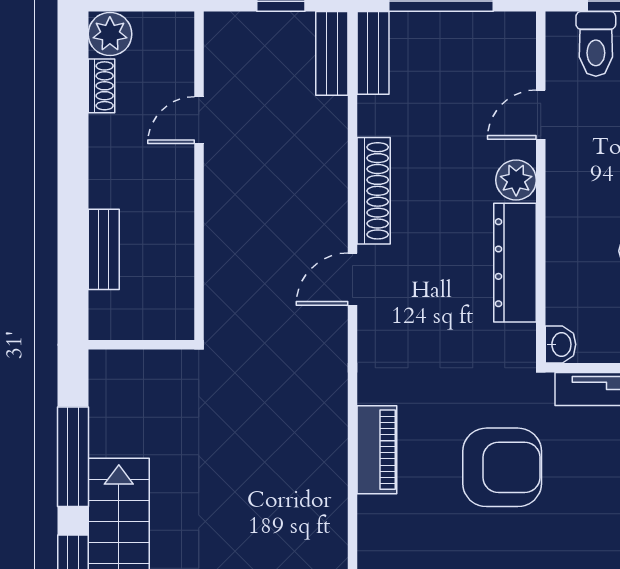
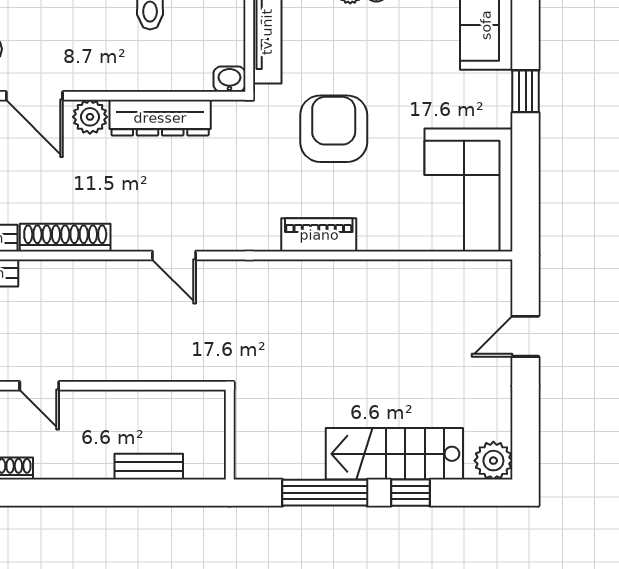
door: (541, 115) -> (34, 96), width x1.38
shoe rack: (374, 191) -> (65, 238), moved

